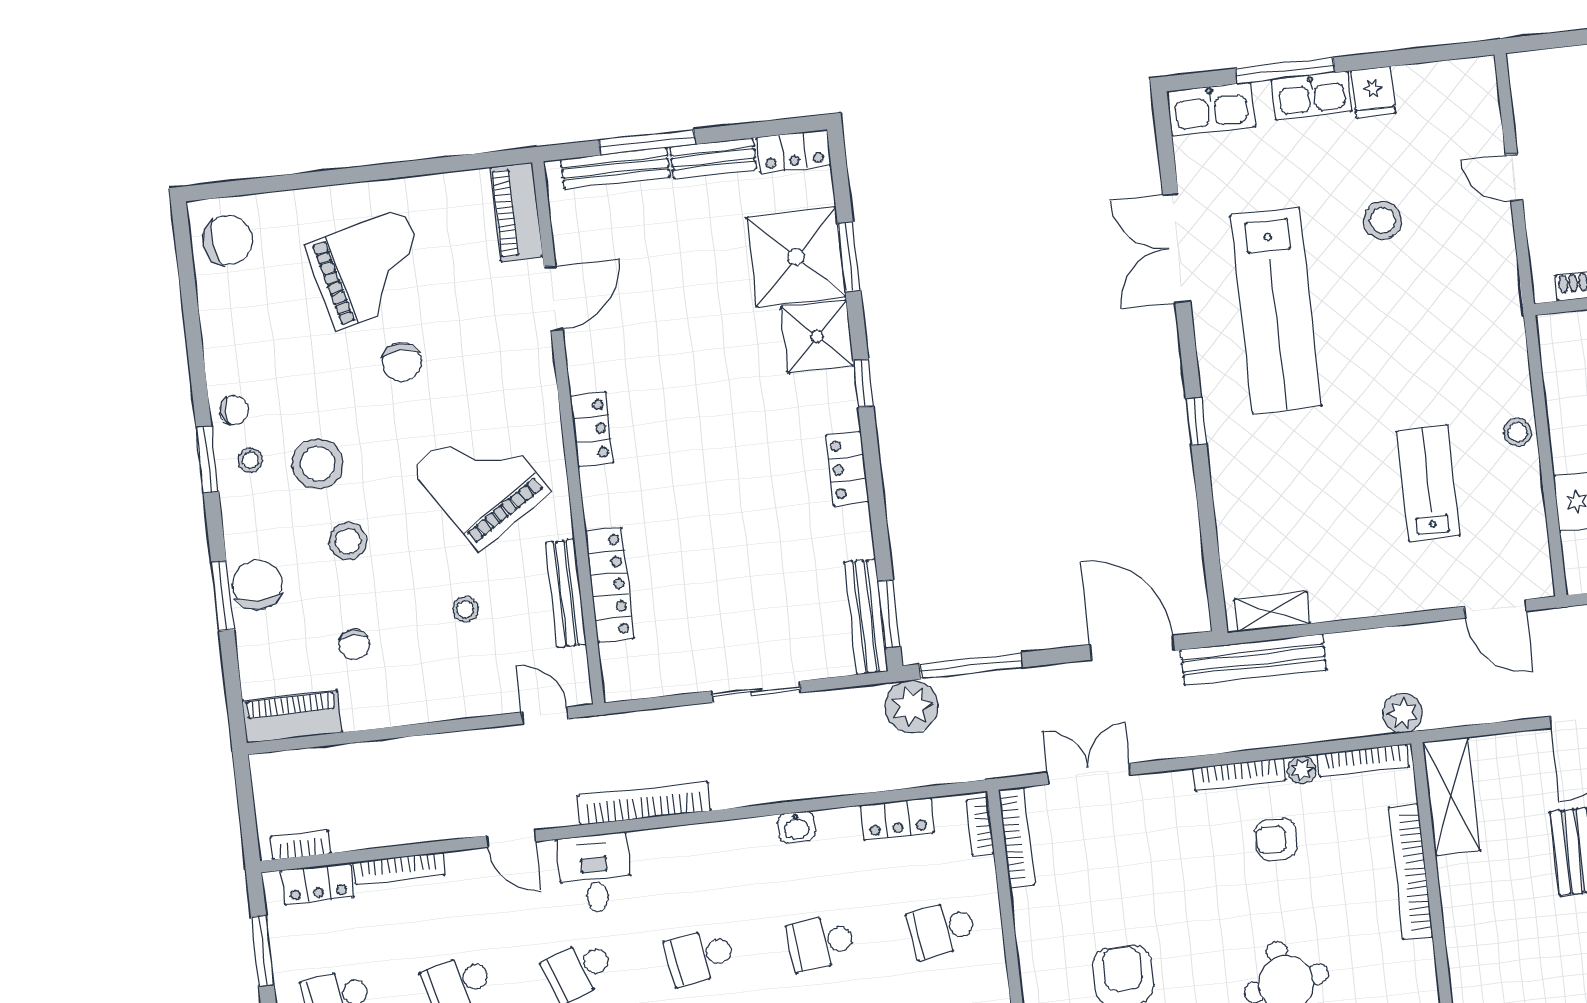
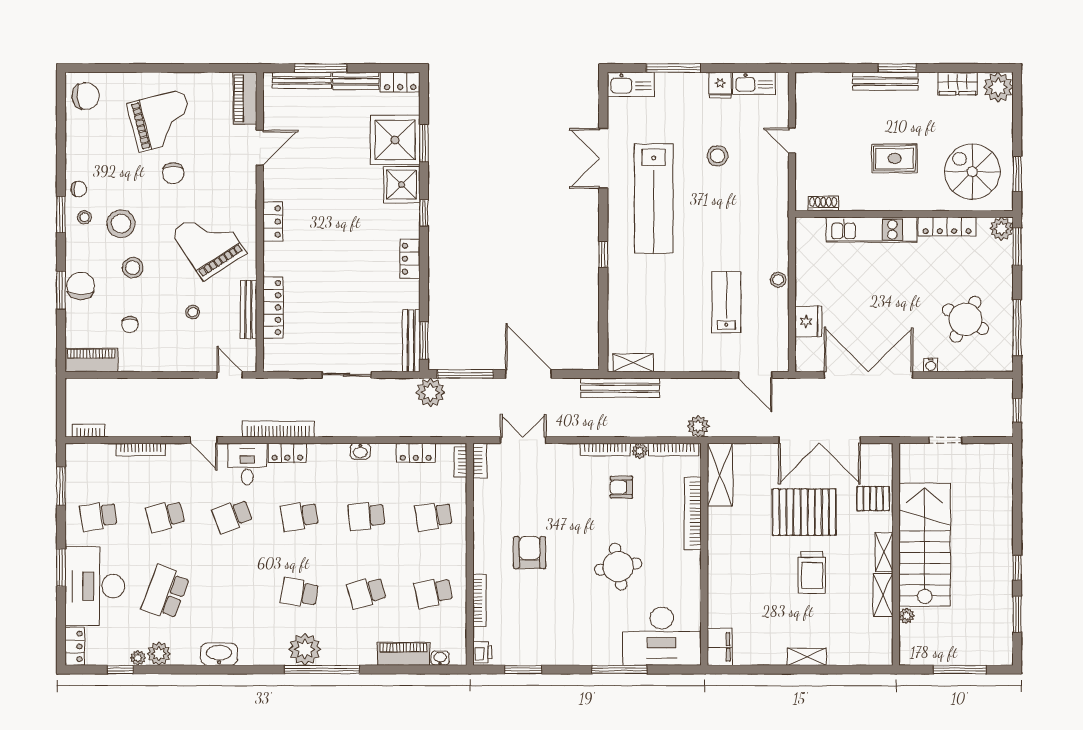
kitchen sink: (1312, 95) -> (754, 83), moved
door: (1132, 648) -> (528, 374), moved
bookcase: (1017, 837) -> (480, 461), width x0.64
locker: (318, 884) -> (287, 453), moved

